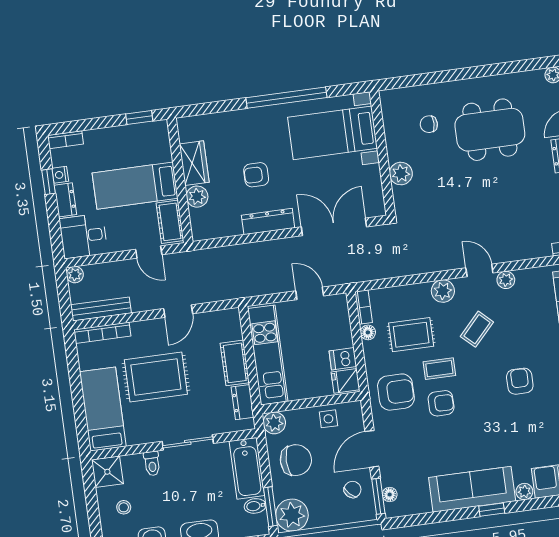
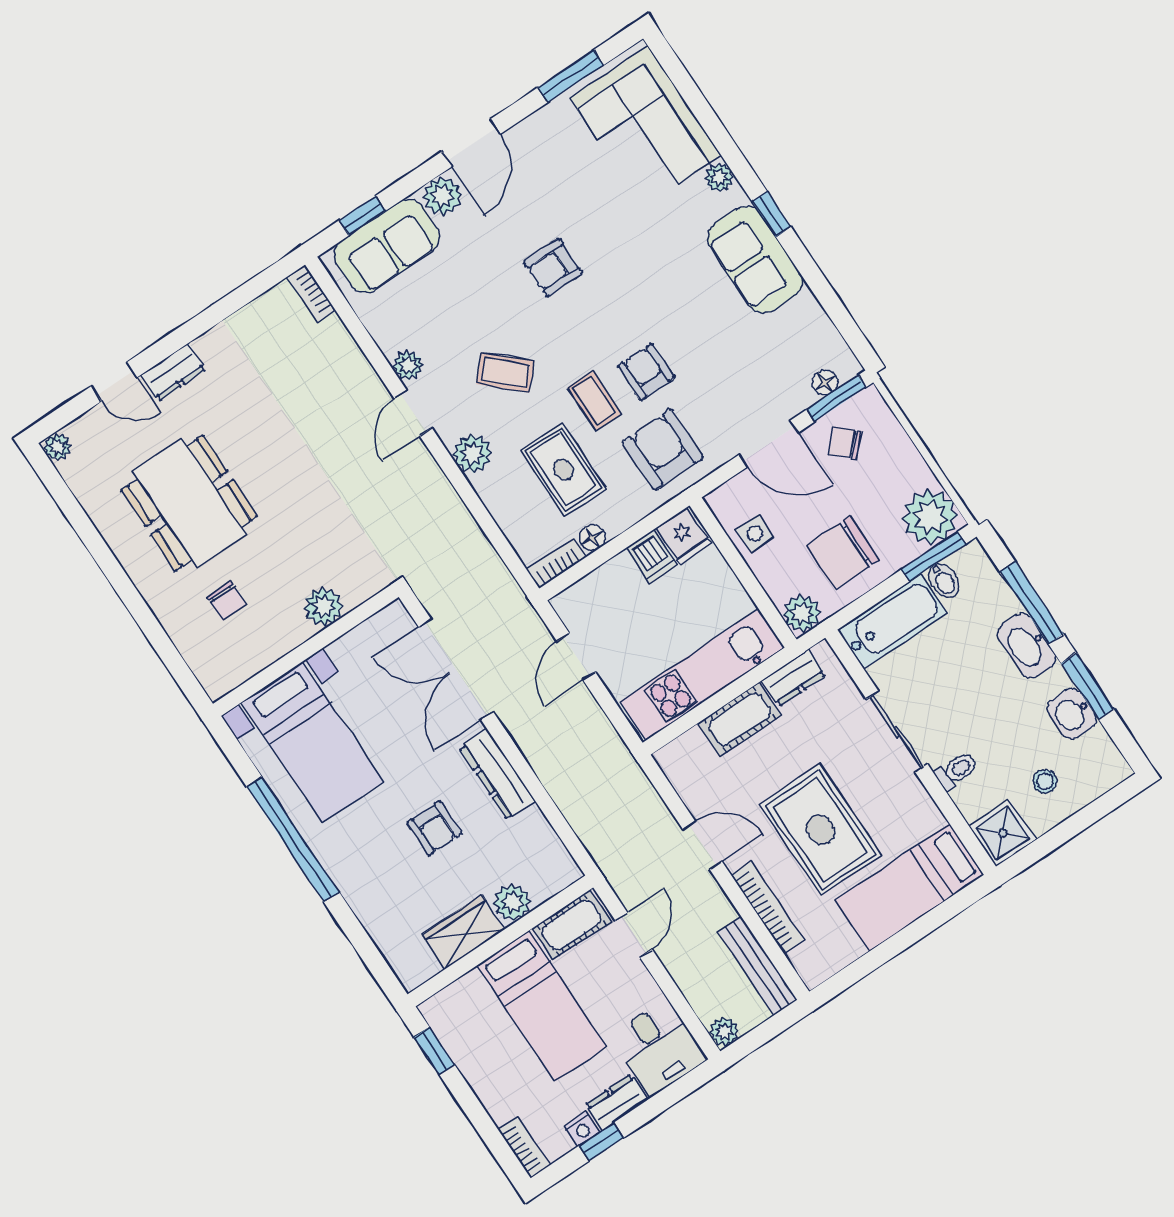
bookcase: (102, 333) -> (767, 907), moved
chair: (296, 460) -> (843, 552), turned -90
sofa: (472, 489) -> (755, 260), width x0.73

